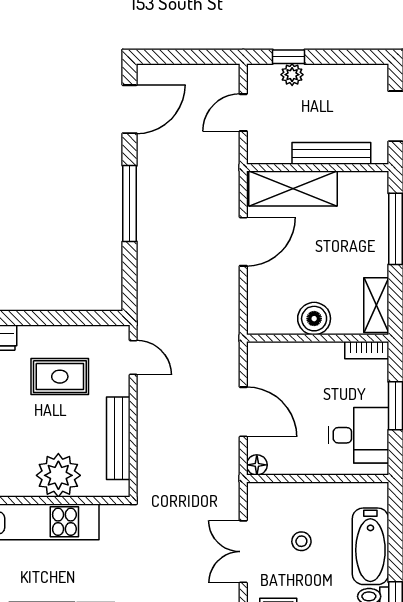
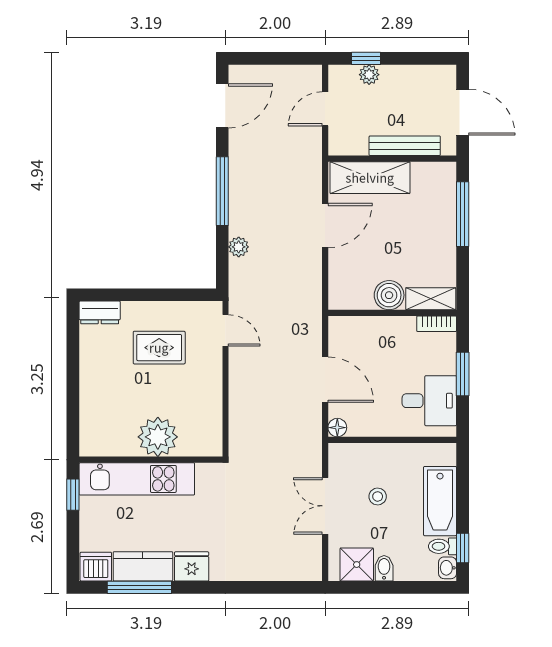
plant: (148, 265) -> (239, 247), added
shelving: (376, 305) -> (431, 299), moved, turned 90
bench: (118, 438) -> (212, 403), removed

